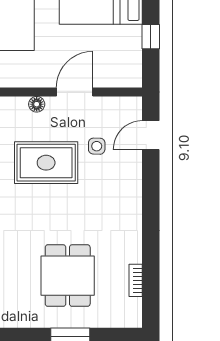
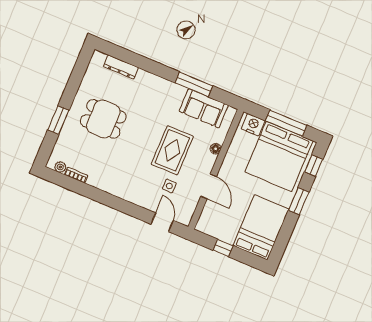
floor lamp: (37, 104) -> (216, 149), moved
dining table: (68, 276) -> (103, 119), moved
plant: (134, 307) -> (60, 167), added

